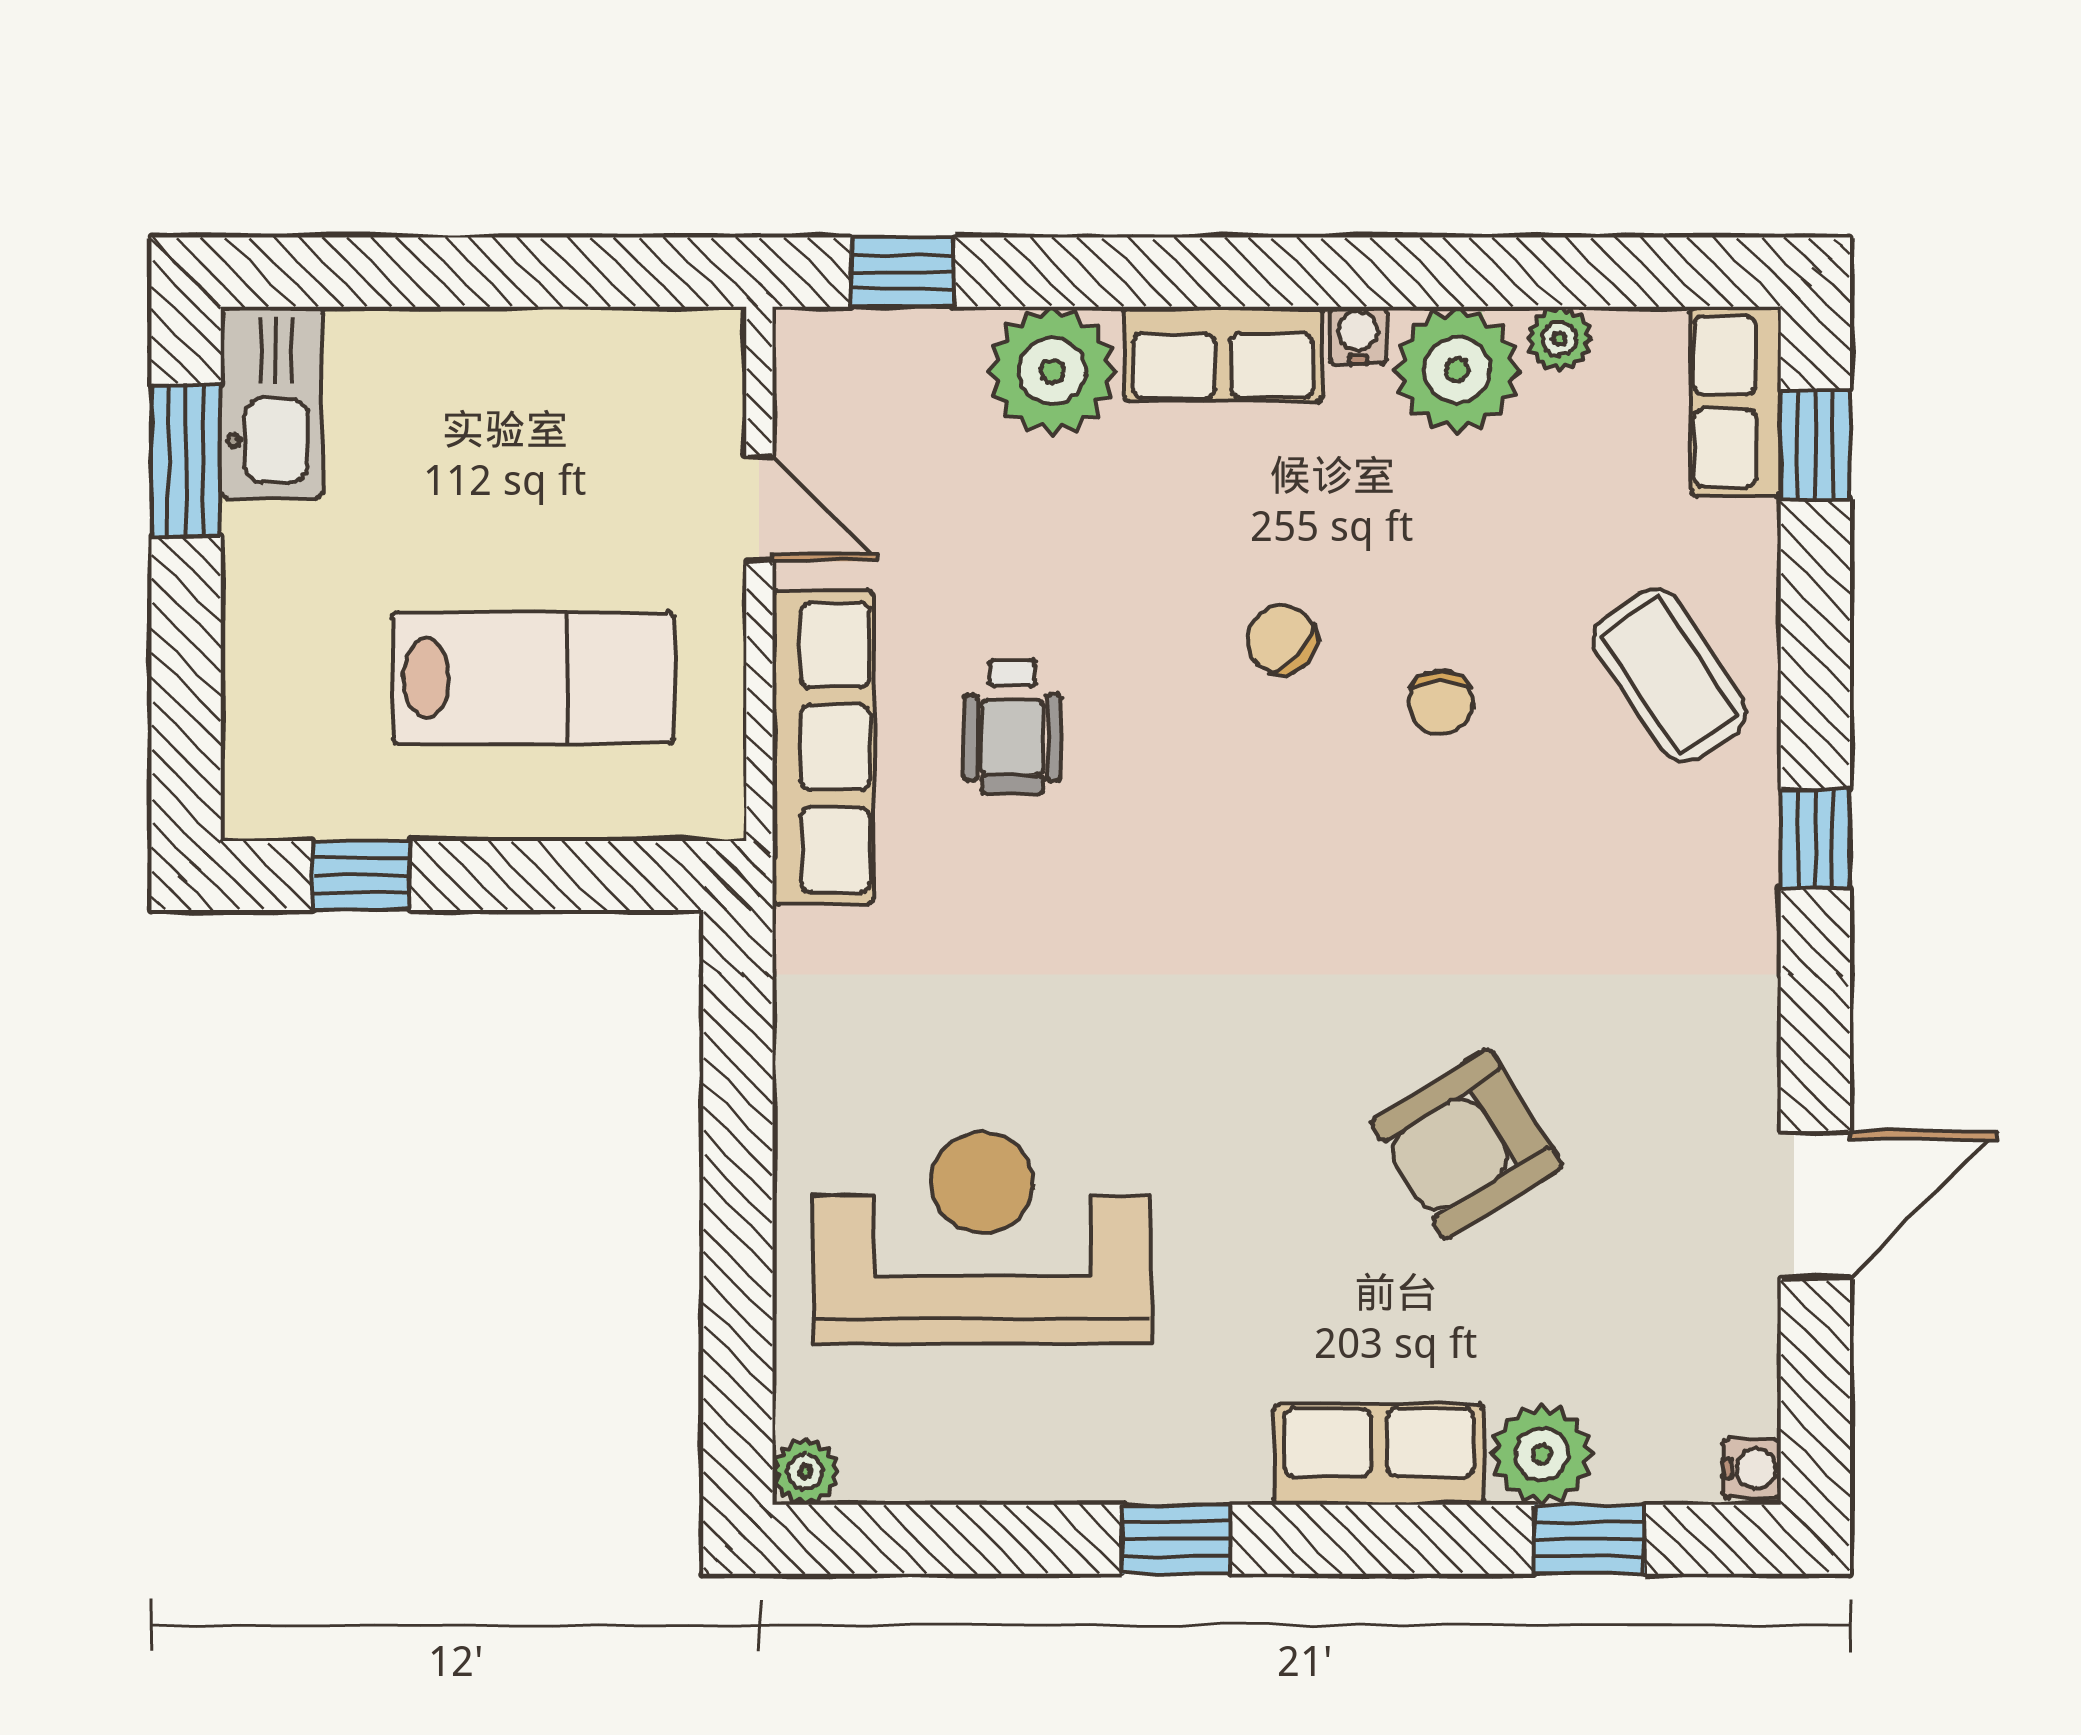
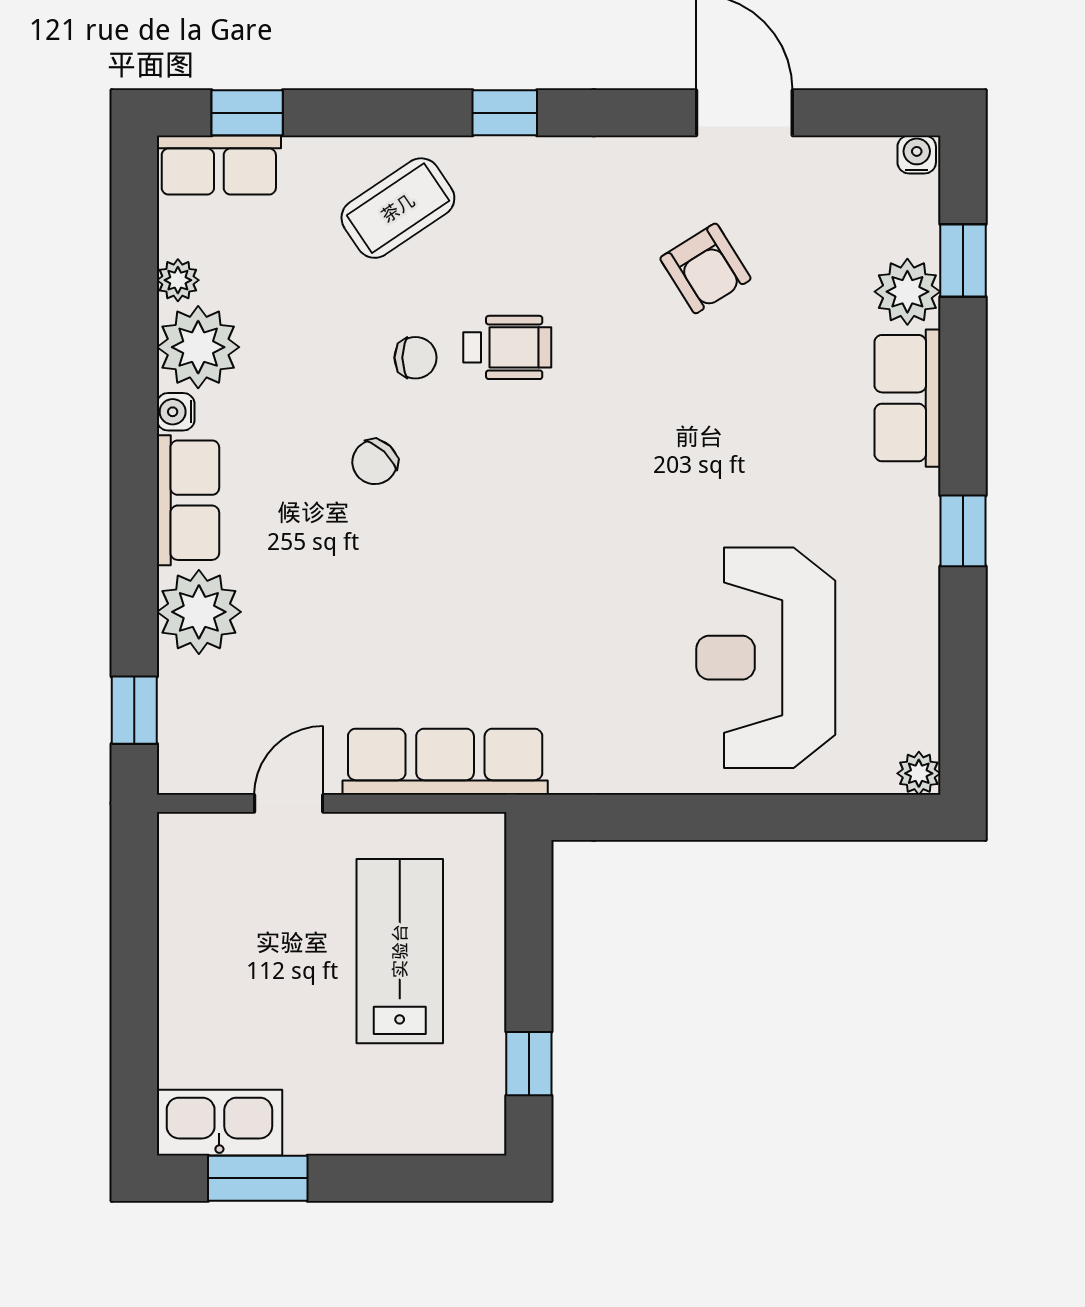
wheelchair: (1012, 727) -> (507, 347), moved
armchair: (1467, 1144) -> (705, 268), moved, width x0.72, depth x0.72

